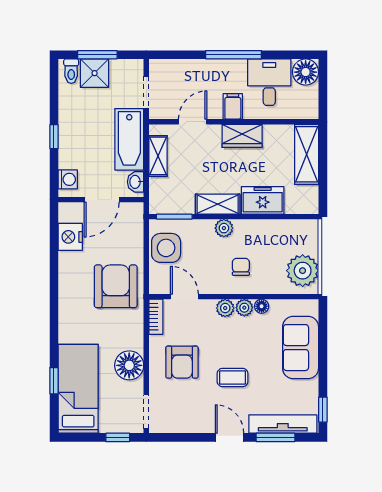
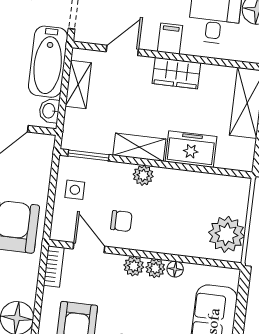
side table: (166, 248) -> (75, 190), width x0.54, depth x0.54
chair: (241, 267) -> (121, 221), moved, turned 90

